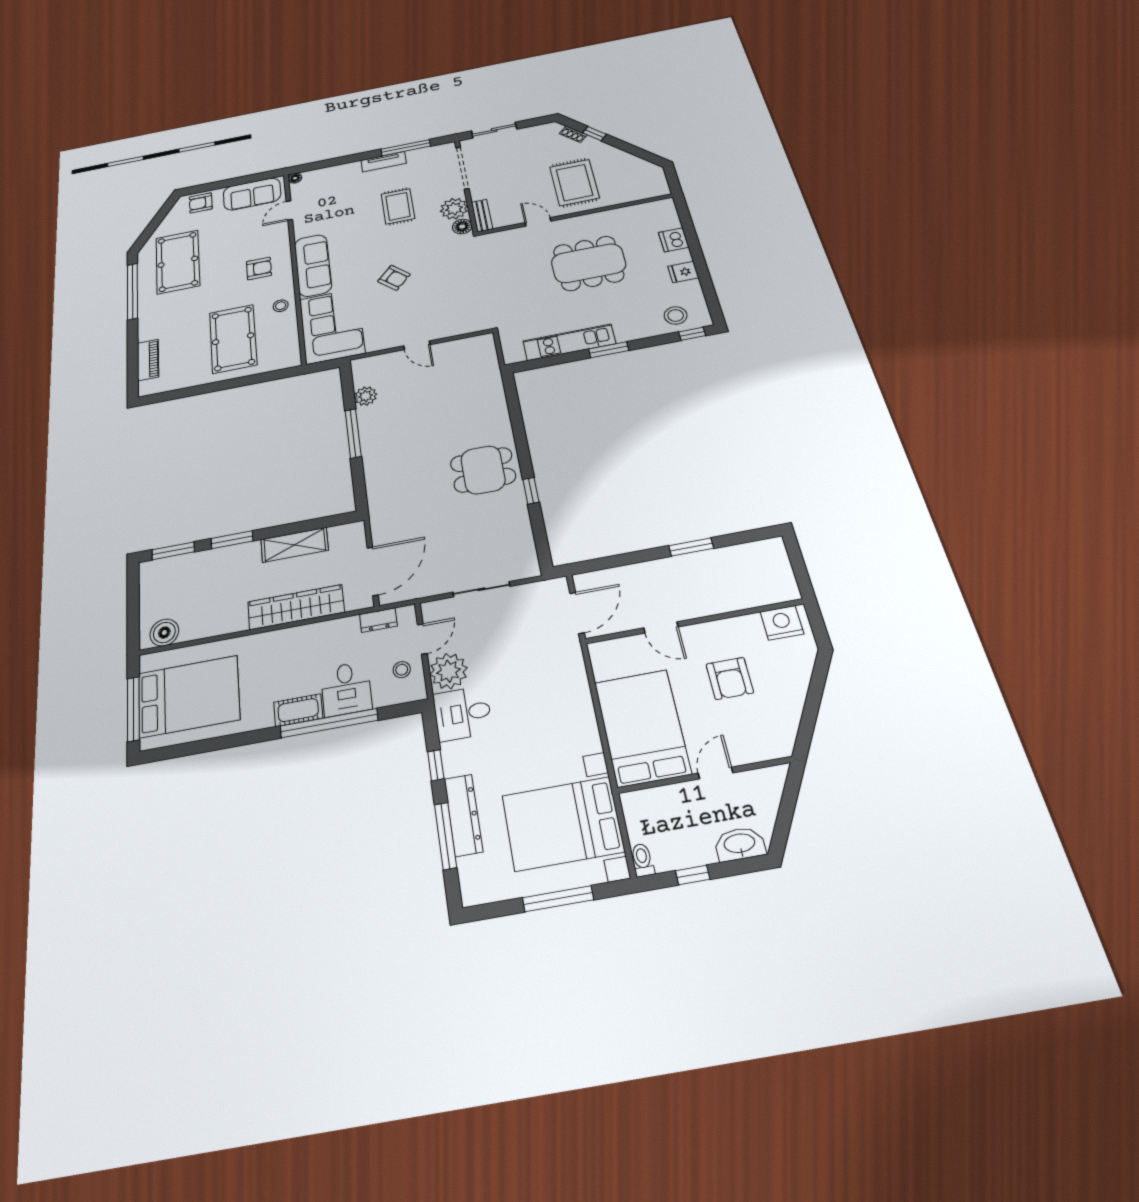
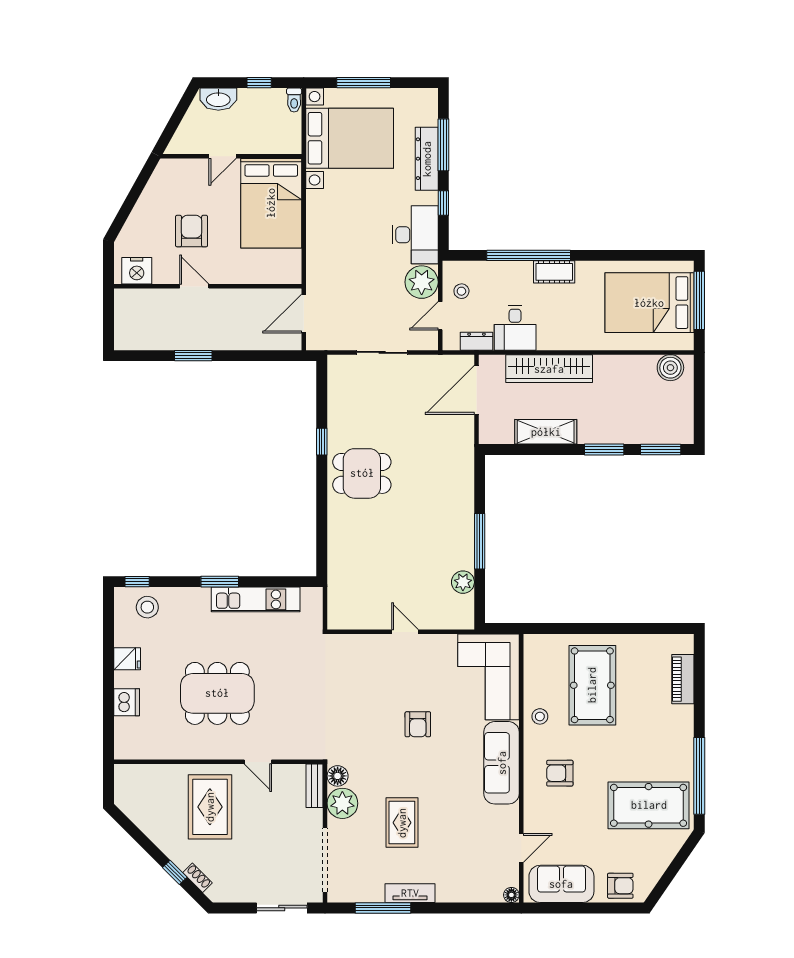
pool table: (178, 262) -> (649, 805), turned 90
armchair: (394, 278) -> (418, 724), turned -133
door: (661, 627) -> (194, 286), moved
desk: (346, 689) -> (515, 328), moved, turned 180
desk: (463, 713) -> (415, 235), width x1.37

